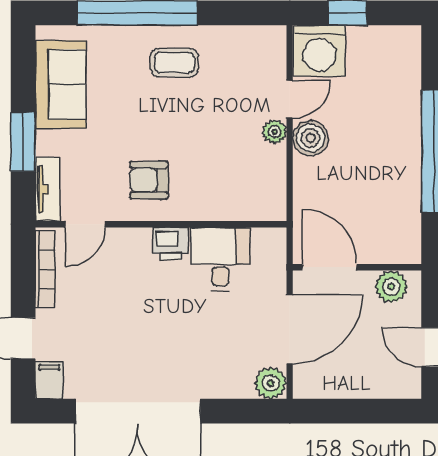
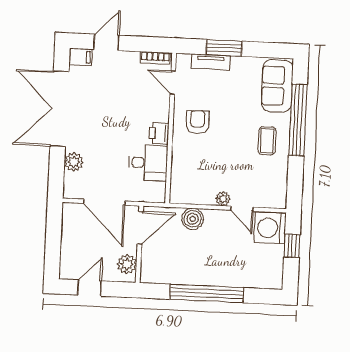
sofa: (61, 84) -> (277, 86), moved, turned 90
boiler: (310, 138) -> (193, 219), moved
tv unit: (48, 189) -> (211, 62), moved
bookcase: (45, 269) -> (155, 58), width x0.64
plant: (271, 383) -> (74, 162), moved

